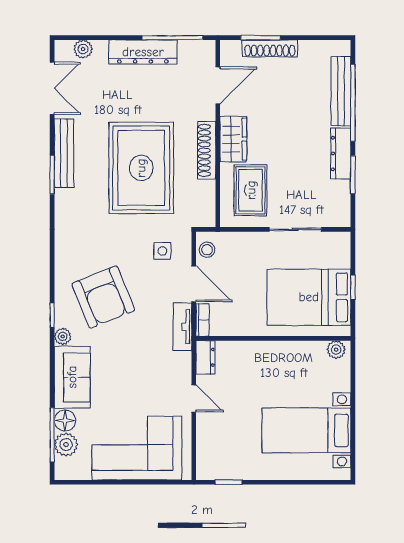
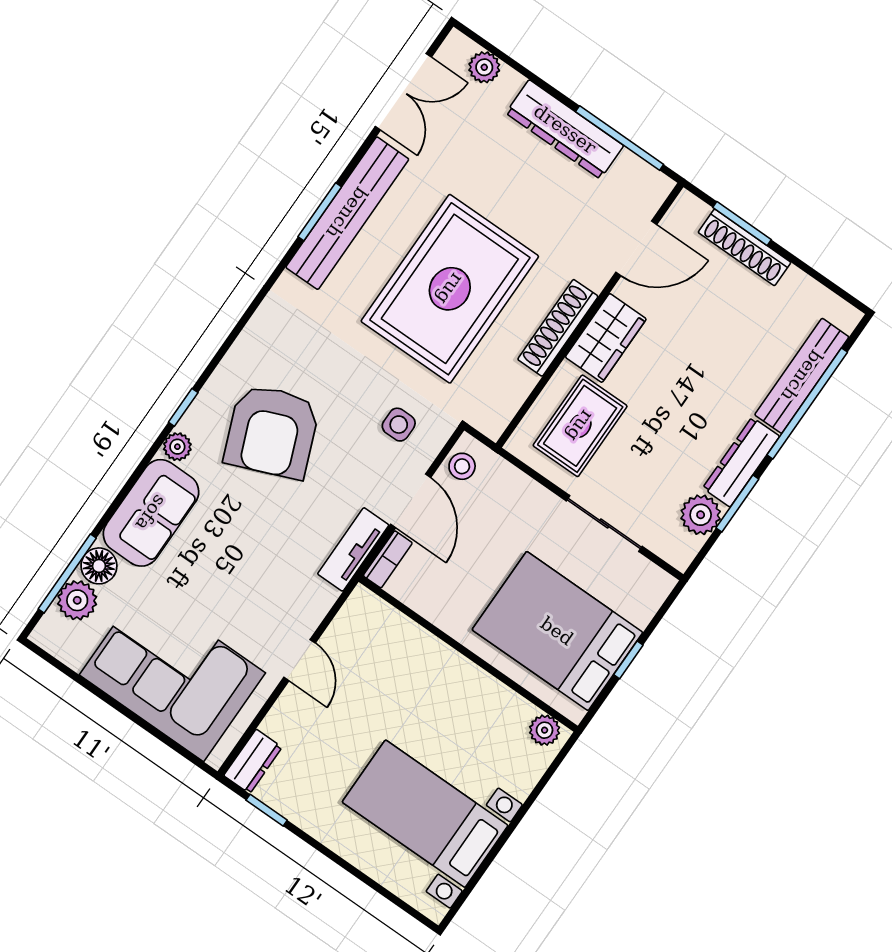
bench: (64, 153) -> (347, 213), width x1.37, depth x1.21
plant: (339, 193) -> (701, 515), added
dresser: (205, 357) -> (253, 761), moved

